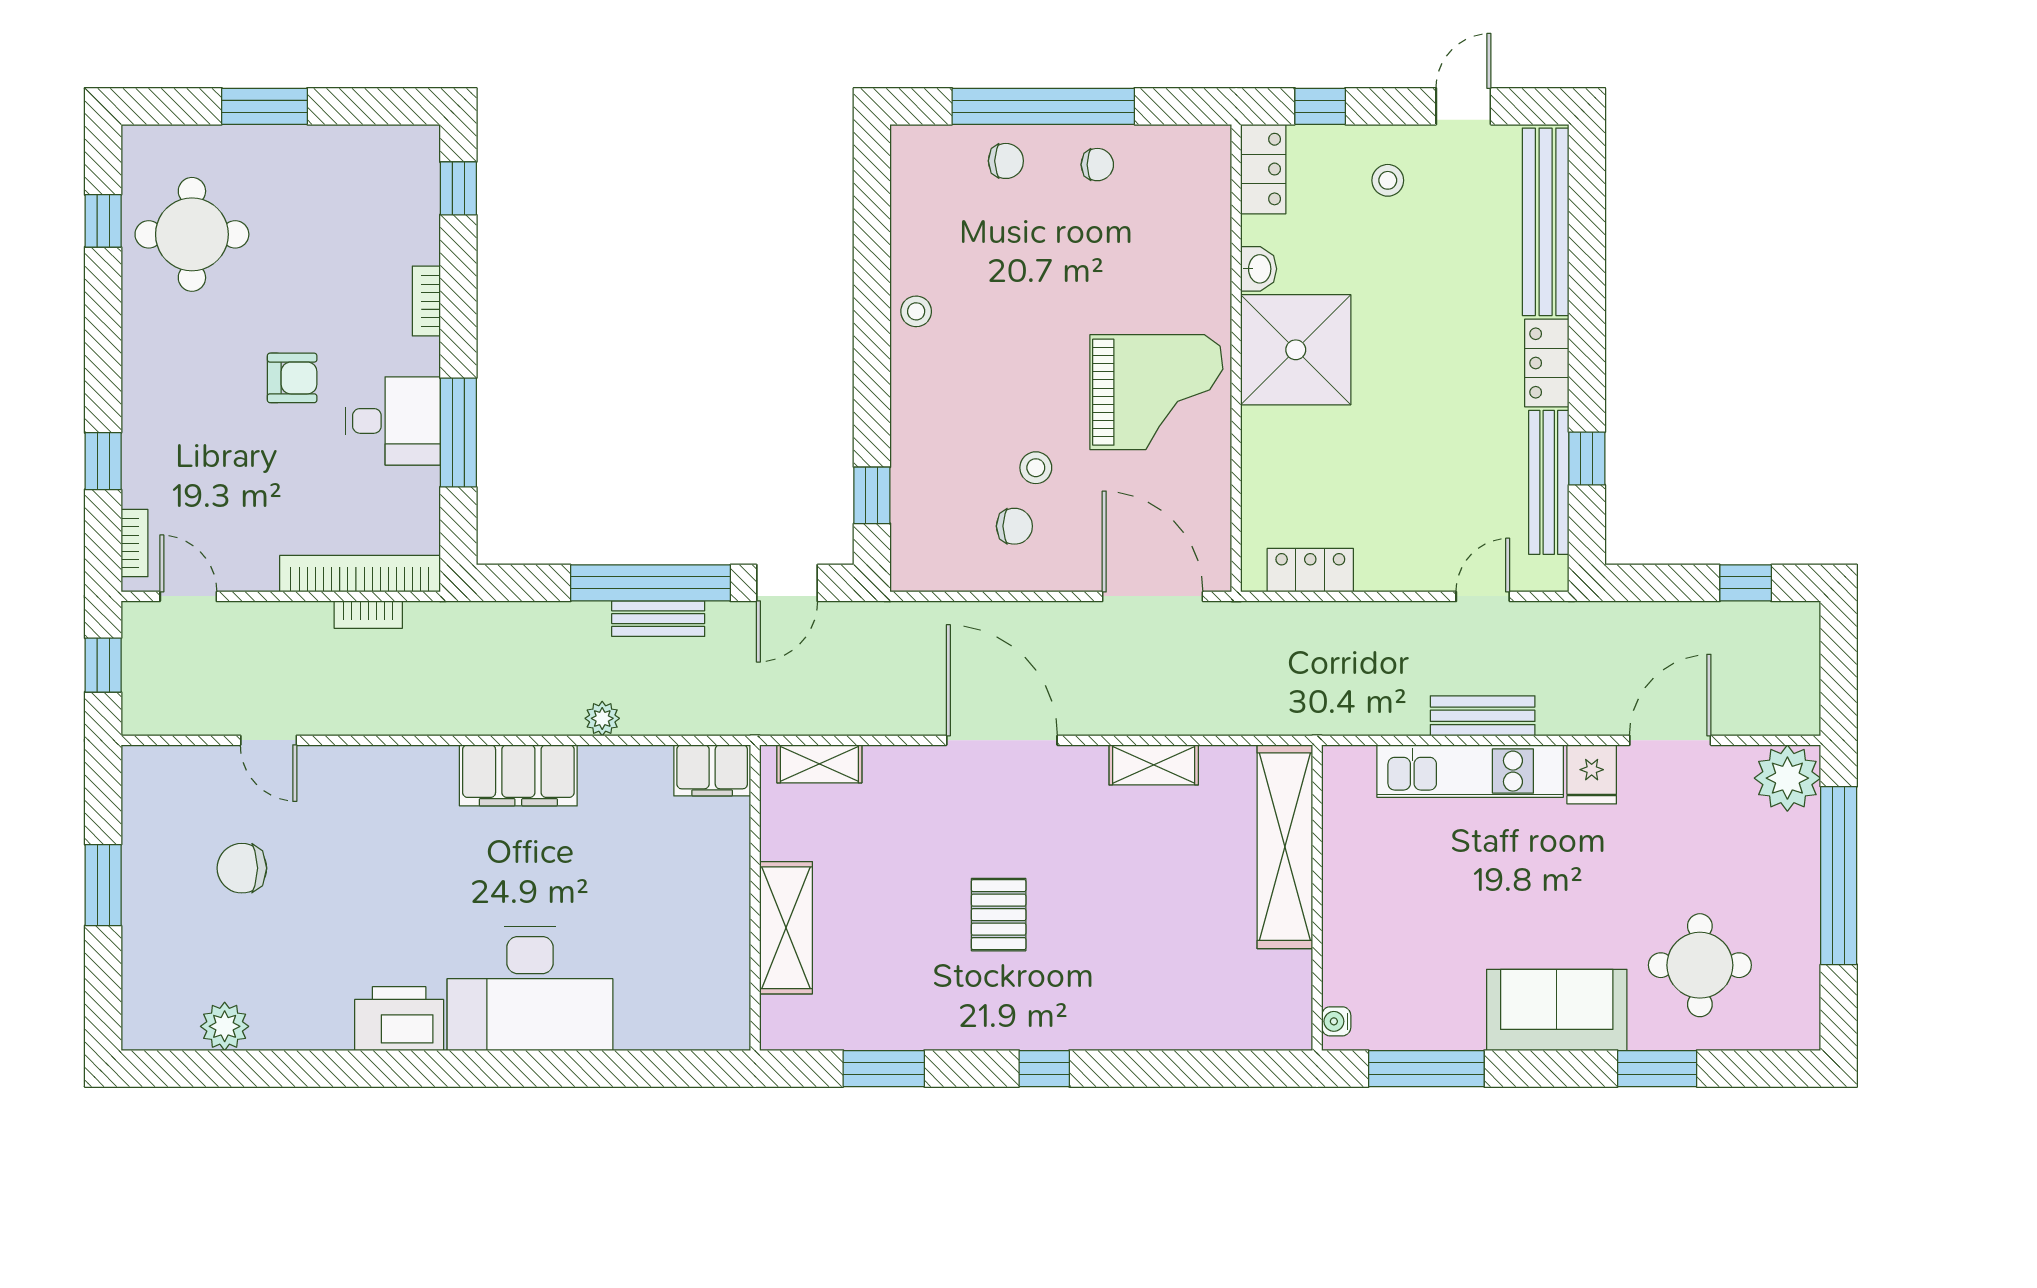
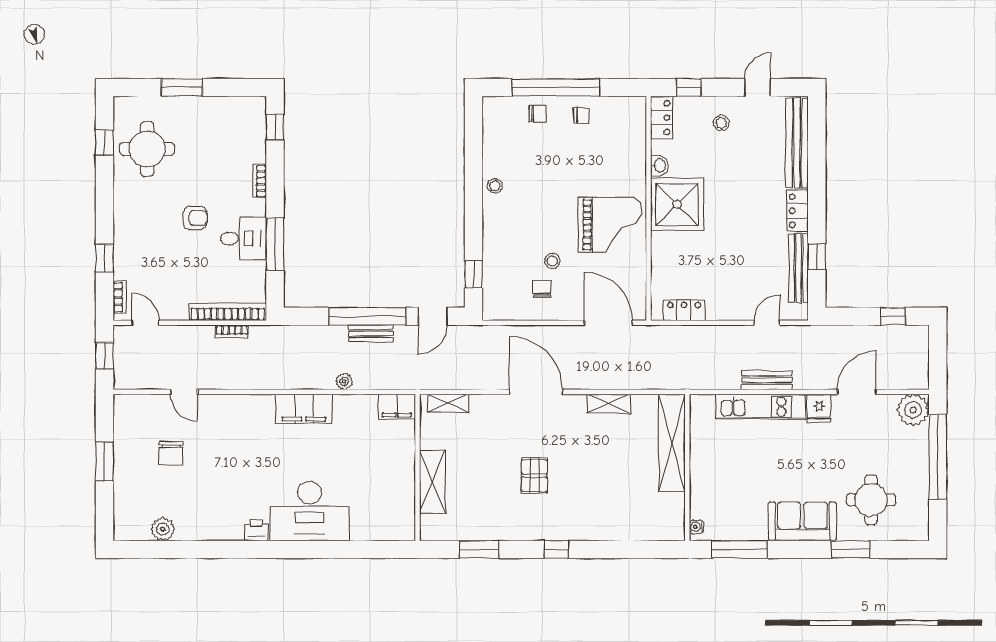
chair: (1014, 526) -> (542, 289), turned -90
chair: (242, 868) -> (171, 453), turned -90
printer: (399, 1019) -> (257, 530), width x0.53, depth x0.68

